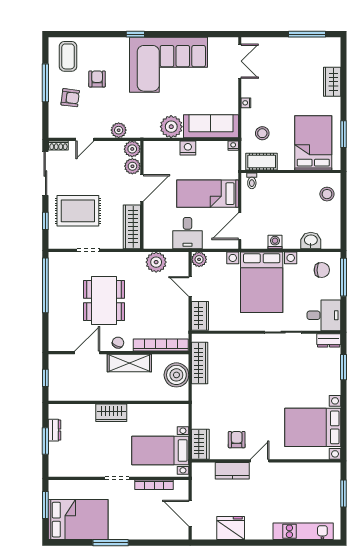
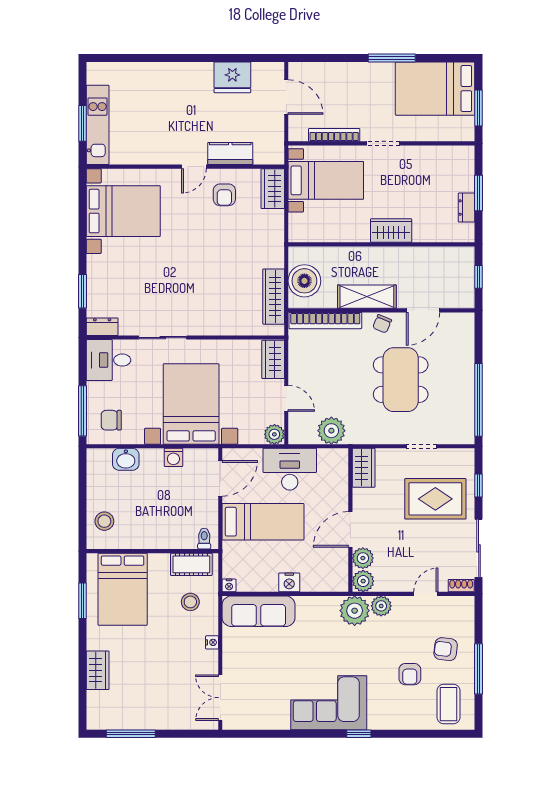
corner sofa: (168, 65) -> (329, 703), width x0.73, depth x0.74
plant: (171, 127) -> (355, 611), moved
wardrobe: (132, 227) -> (364, 468), width x0.67
desk: (187, 233) -> (290, 469), width x1.37
kitchen unit: (303, 531) -> (98, 125), moved, turned -90

